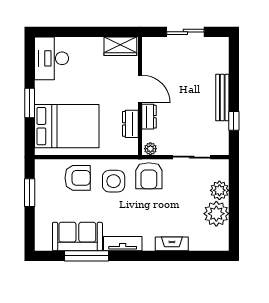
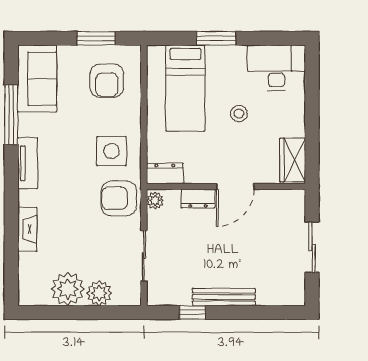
stool: (86, 86) -> (239, 114), added
dresser: (130, 124) -> (165, 173), moved
bed: (67, 126) -> (185, 88), width x0.67
armchair: (78, 178) -> (107, 81), moved
sofa: (77, 236) -> (37, 79), moved

